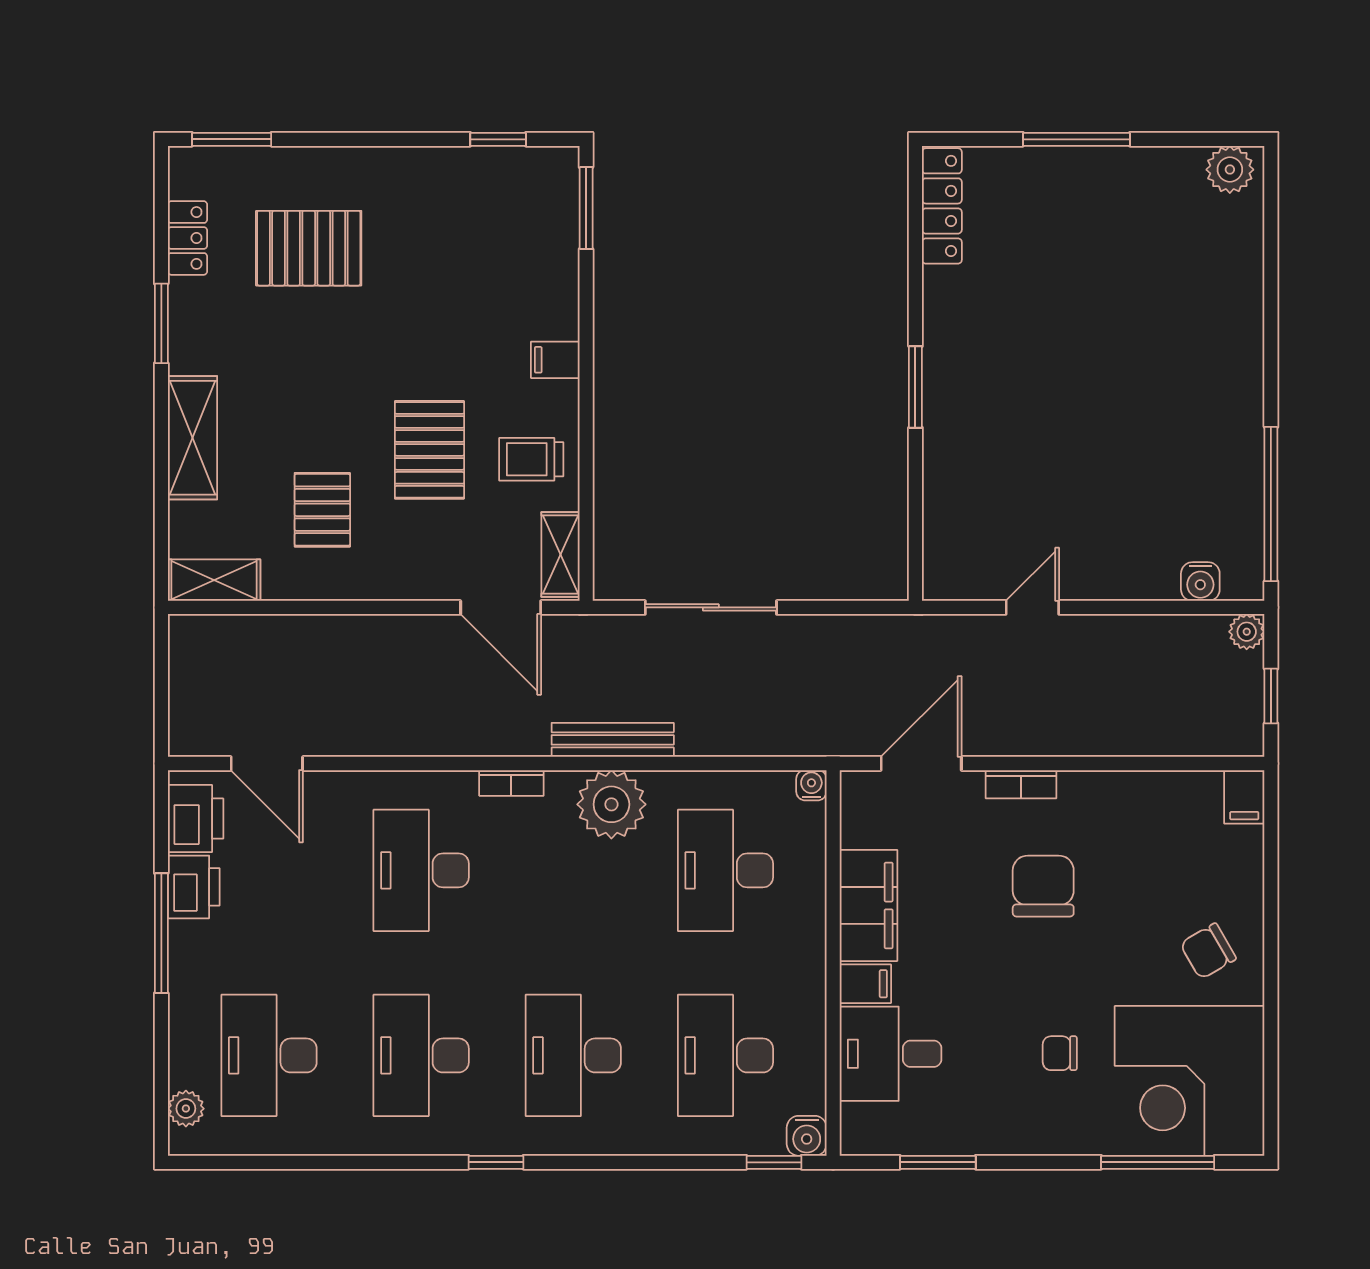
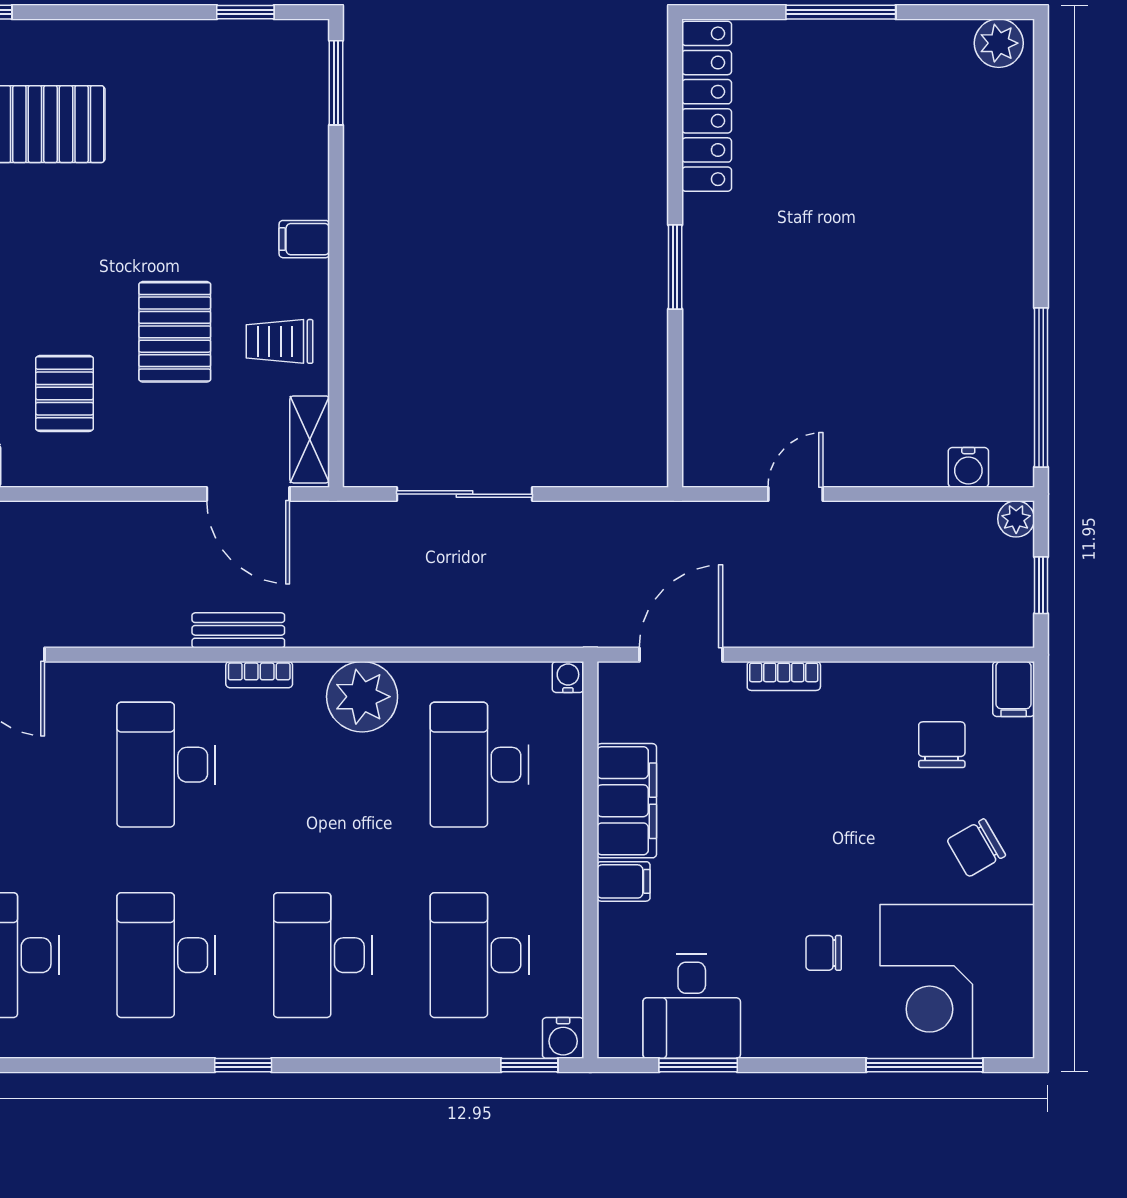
locker: (942, 206) -> (707, 106), width x1.41, depth x1.21
bench: (613, 740) -> (238, 630), moved, width x0.73
chair: (1043, 886) -> (942, 745), moved, width x0.73, depth x0.73
desk: (891, 1054) -> (692, 1006), moved, turned -90

